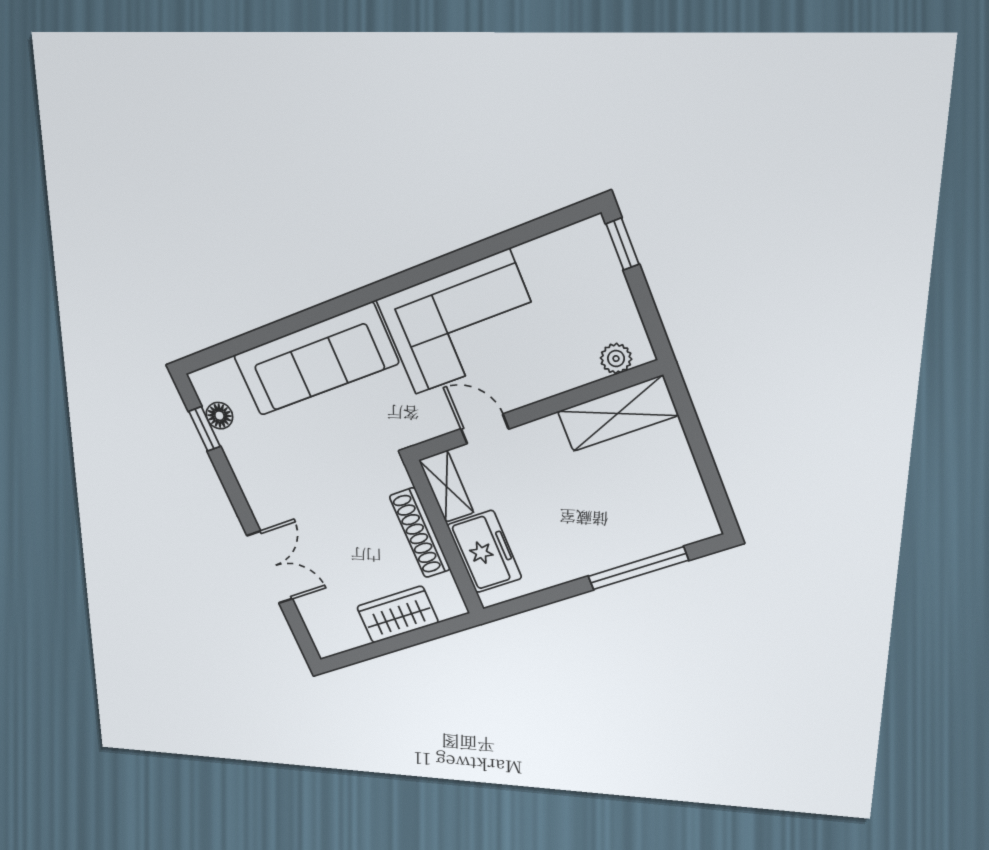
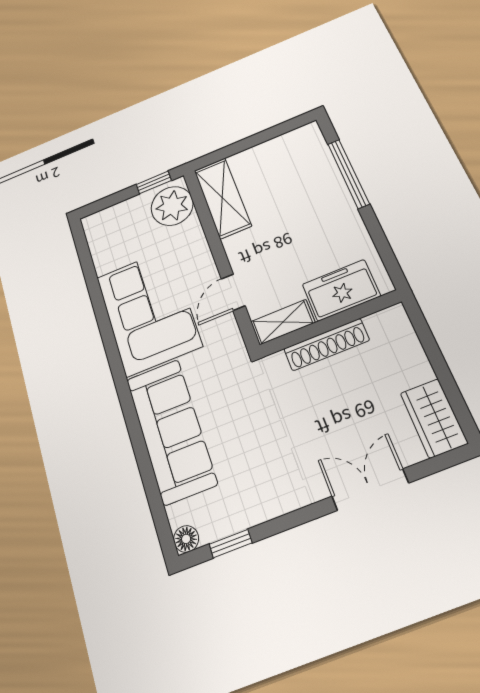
window: (623, 244) -> (154, 182), moved
plant: (616, 359) -> (172, 206), width x1.88, depth x1.88
floor lamp: (219, 416) -> (186, 539), moved
wardrobe: (398, 615) -> (434, 418), moved

